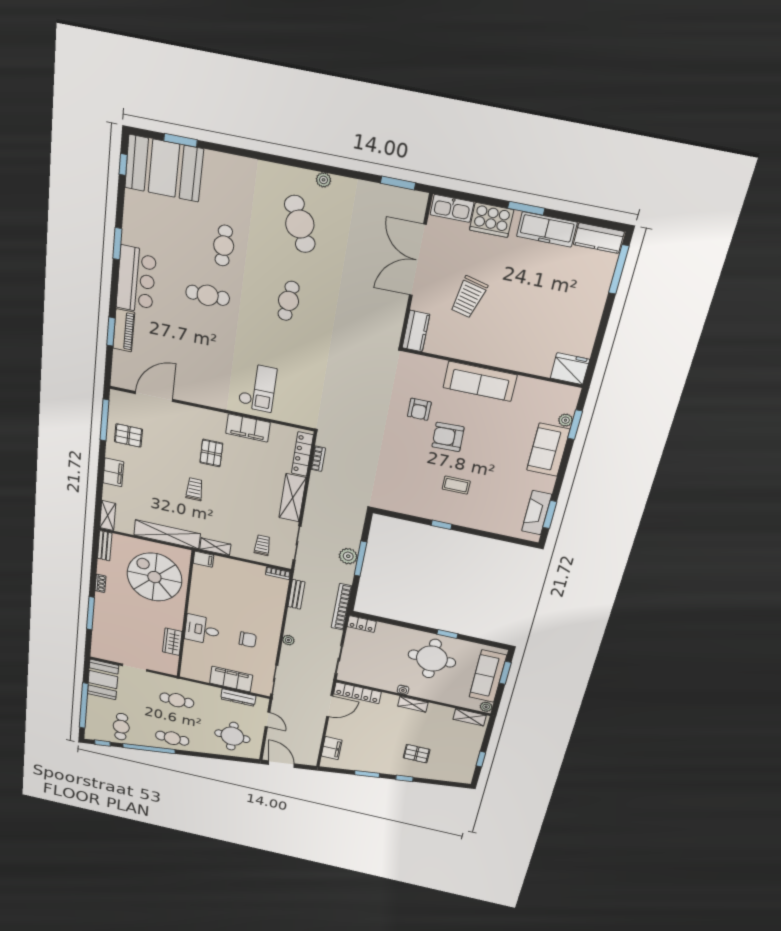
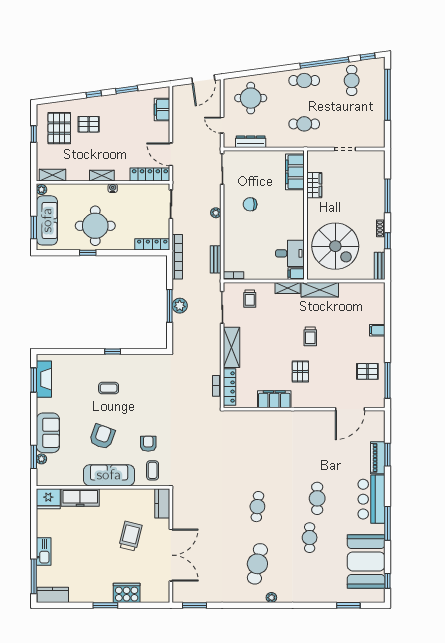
booth: (164, 168) -> (366, 561), moved, turned 90
plant: (324, 180) -> (271, 598), moved
kitchen sink: (452, 208) -> (44, 552), moved, turned 90
cafe table: (300, 224) -> (257, 564), turned 36
freezer: (547, 229) -> (80, 497), moved, turned 180
window: (117, 244) -> (388, 523), width x1.44
cafe table: (208, 295) -> (317, 498), turned 90
coffee table: (420, 375) -> (153, 470), added
checkout: (258, 388) -> (271, 434), removed
armchair: (448, 437) -> (102, 437), moved, turned -68
filing cabinet: (113, 472) -> (377, 330), width x0.50
shelving: (108, 516) -> (379, 295), removed
shelving: (167, 534) -> (320, 290), width x0.68
window: (94, 569) -> (388, 241), added
locker: (362, 624) -> (152, 244), width x1.53
desk: (202, 630) -> (290, 253), moved
filing cabinet: (231, 679) -> (295, 172), moved, turned 90
booth: (103, 680) -> (372, 128), removed
door: (330, 706) -> (171, 154), hinge flipped
pallet: (451, 758) -> (59, 128), added
door: (281, 764) -> (203, 79), hinge flipped

